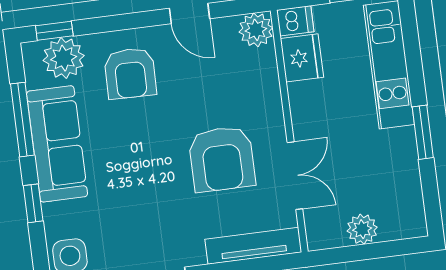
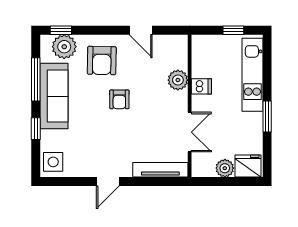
dishwasher: (295, 21) -> (201, 86), moved
plant: (256, 30) -> (178, 80), moved
fridge: (302, 58) -> (248, 166), moved, turned -90
armchair: (222, 159) -> (119, 99), moved, width x0.53, depth x0.53

